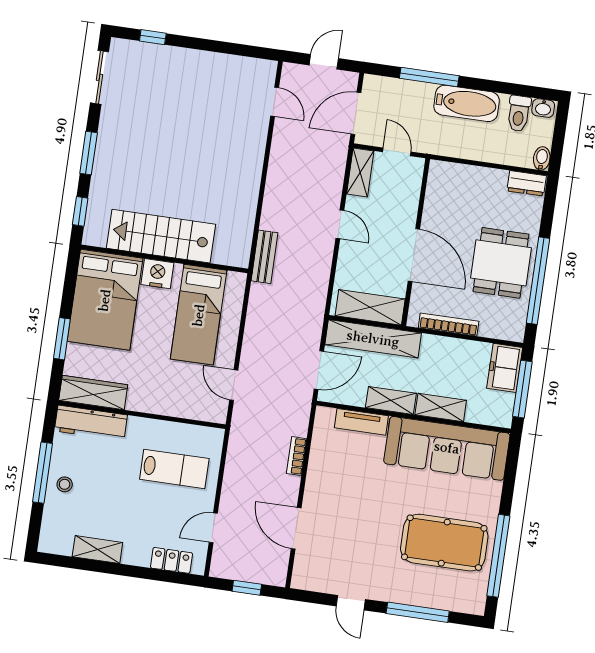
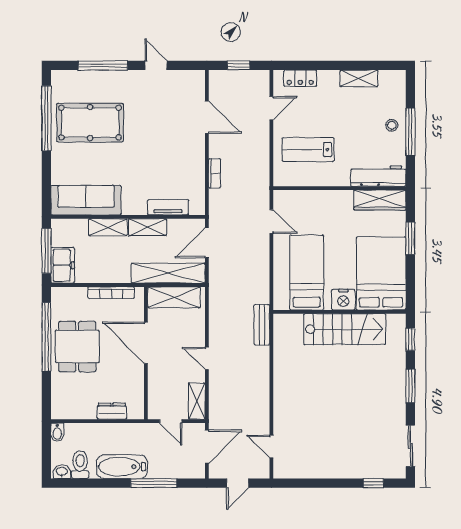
dresser: (527, 183) -> (112, 411), moved
sofa: (447, 448) -> (86, 200), width x0.74, depth x0.79

